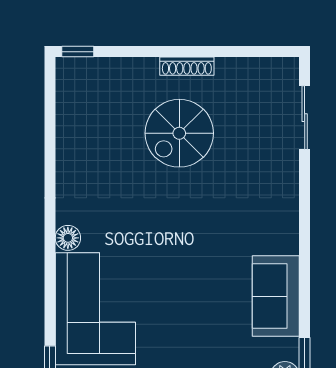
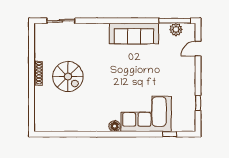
window: (78, 52) -> (32, 122), removed
sofa: (276, 296) -> (134, 34), width x1.36

